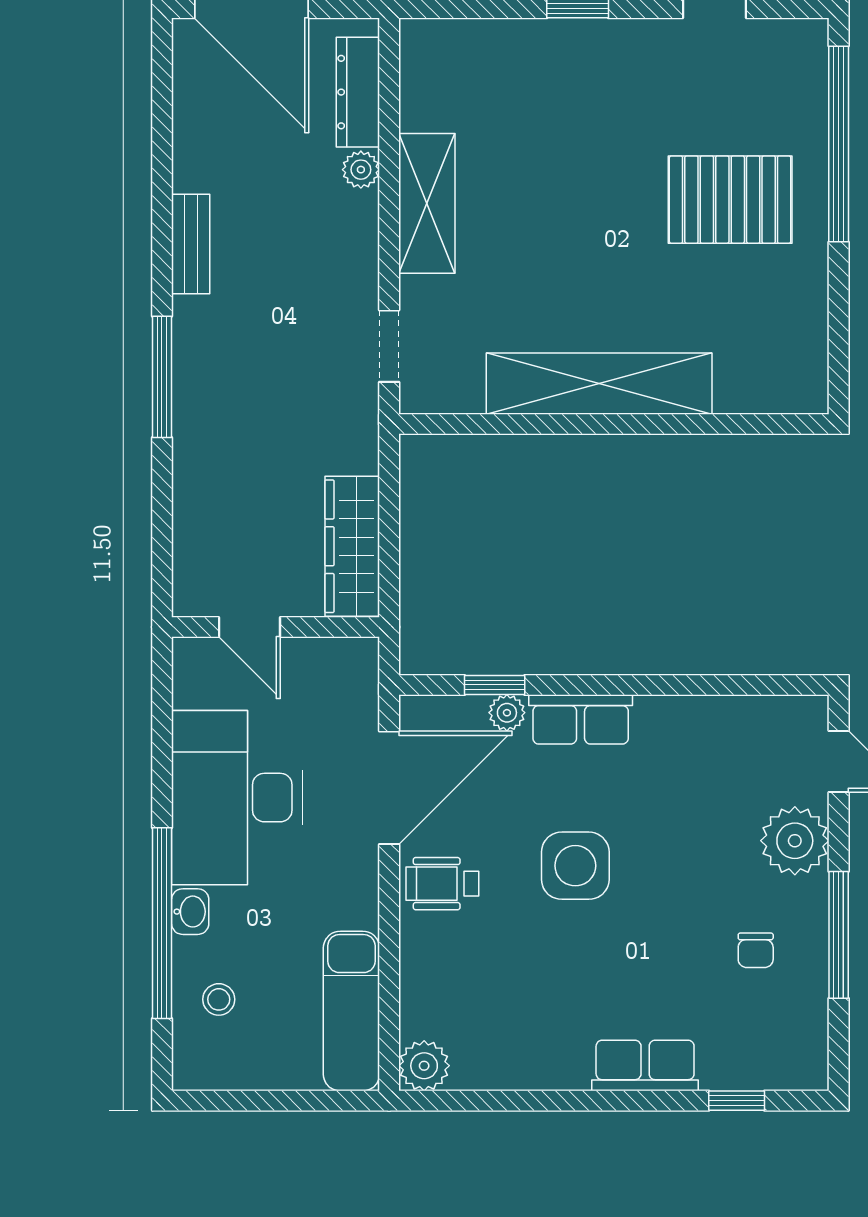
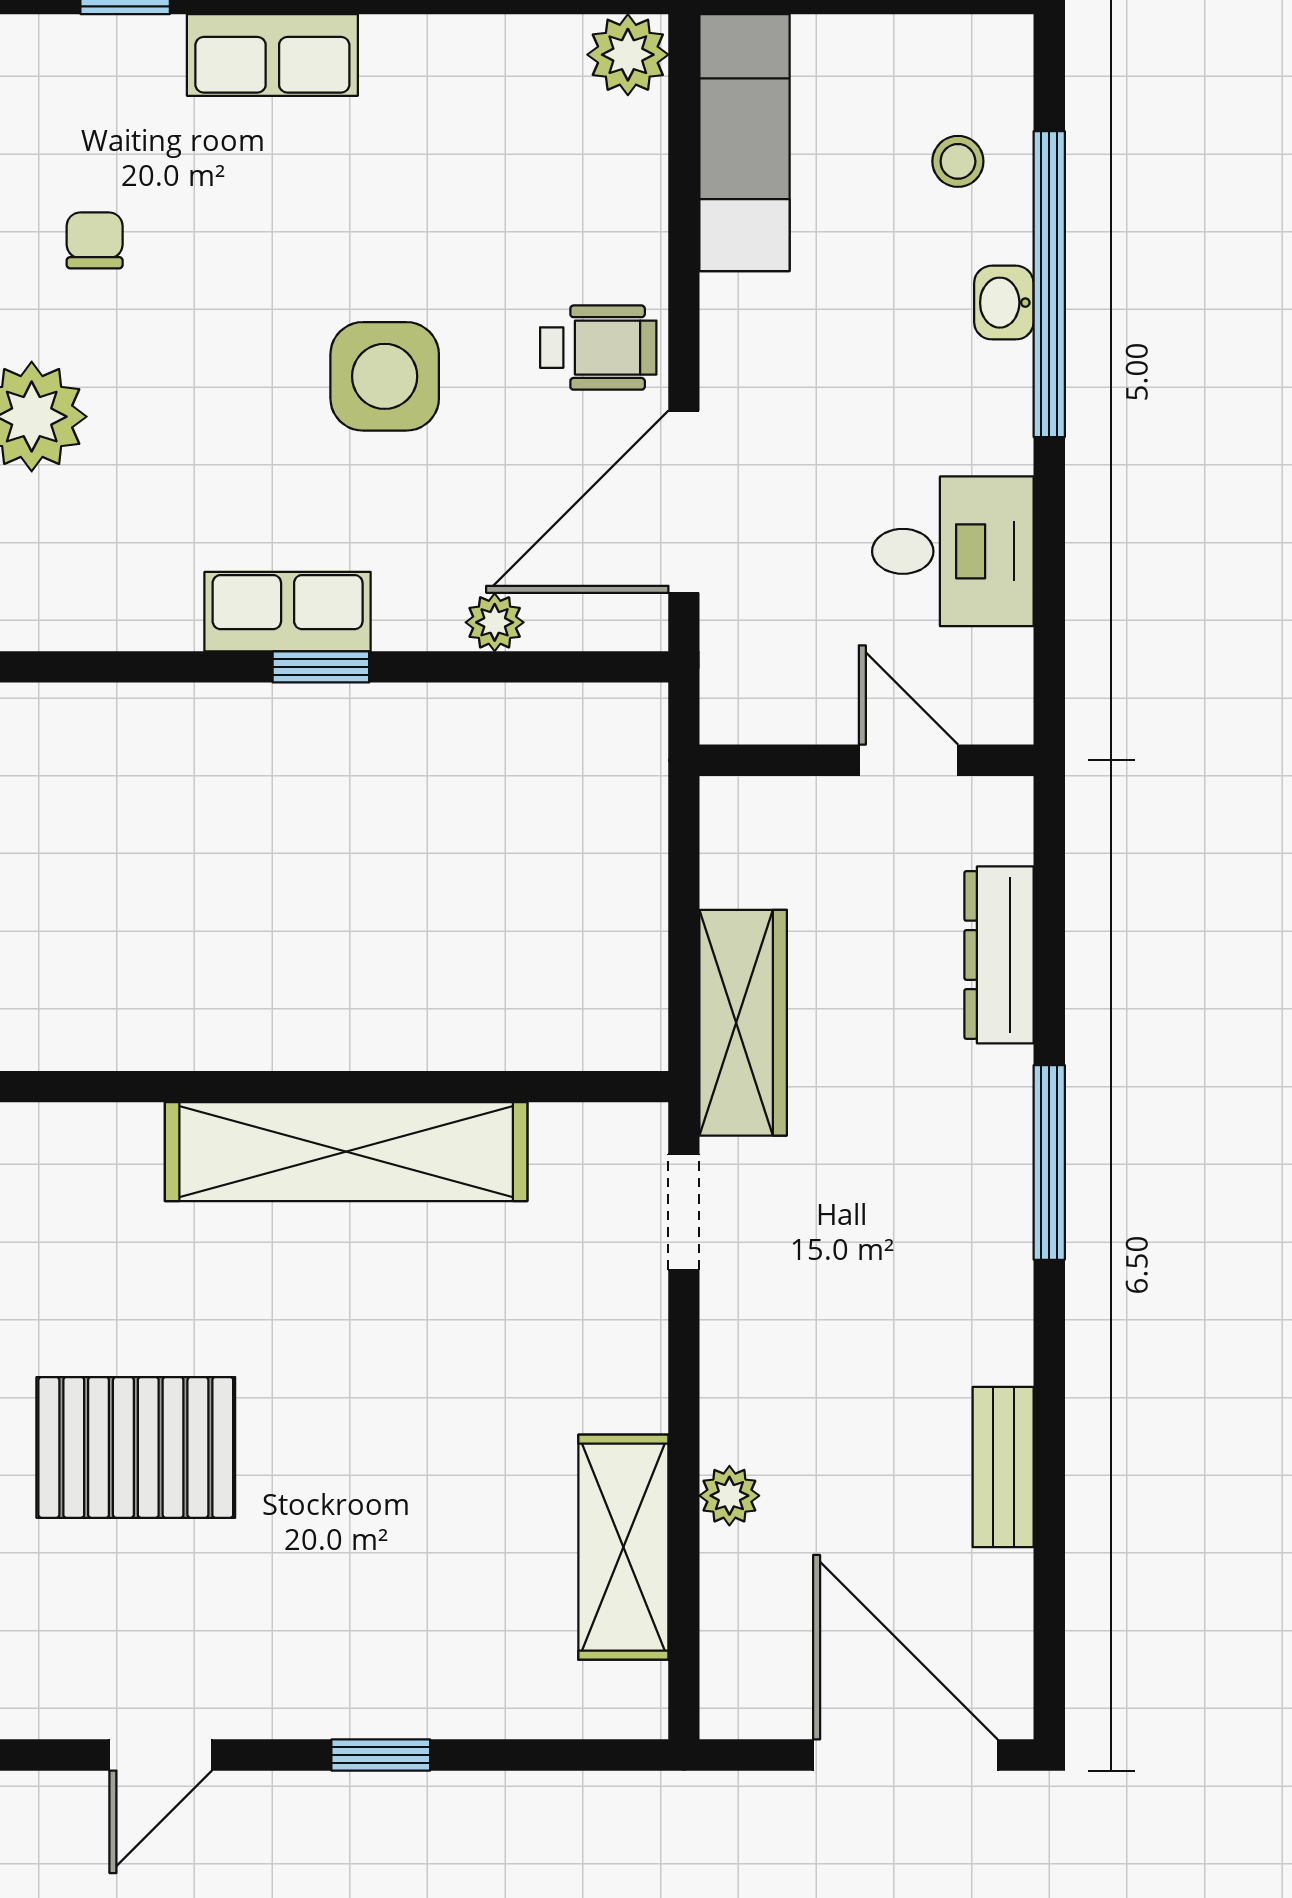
dresser: (358, 92) -> (999, 955), moved, turned 180
shelving: (427, 203) -> (623, 1547), moved
bench: (191, 244) -> (1003, 1467), moved
wardrobe: (352, 546) -> (743, 1023), moved
window: (495, 685) -> (321, 667), moved
row of seats: (581, 719) -> (288, 612), moved
desk: (237, 798) -> (953, 551), width x0.53, depth x0.77

